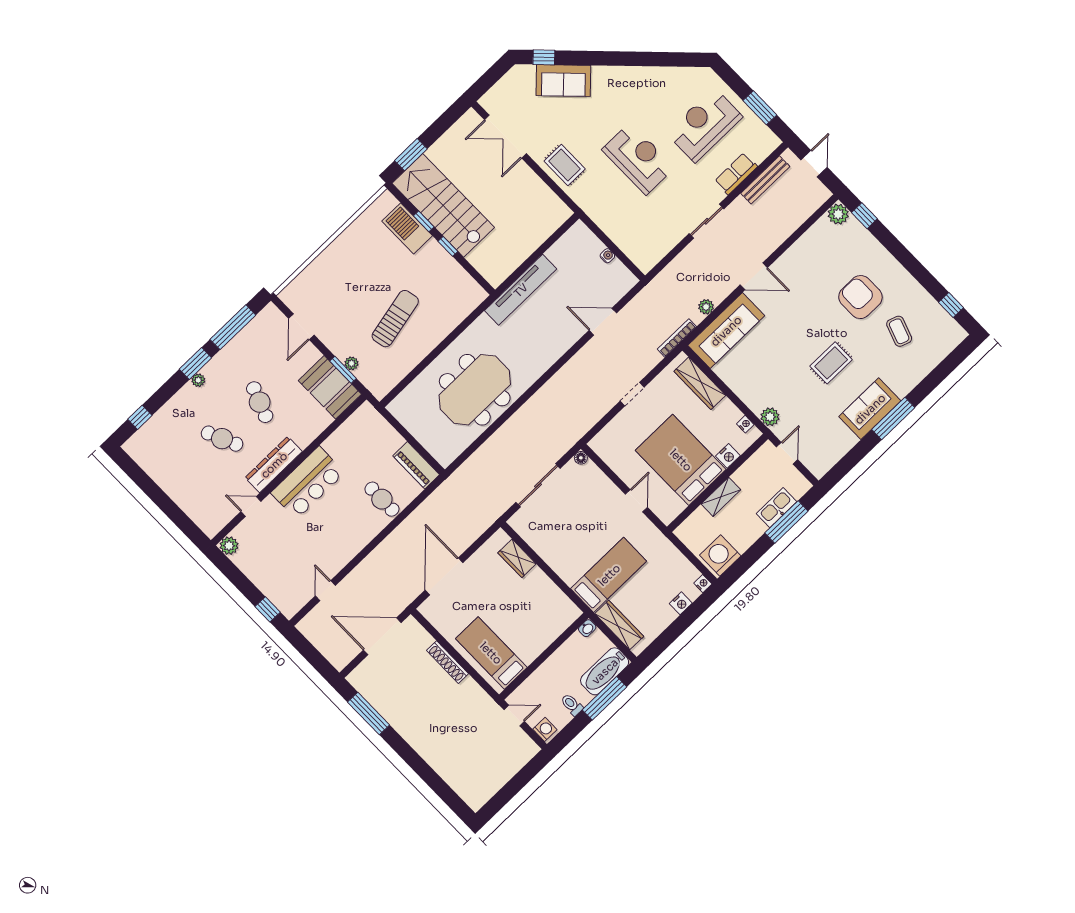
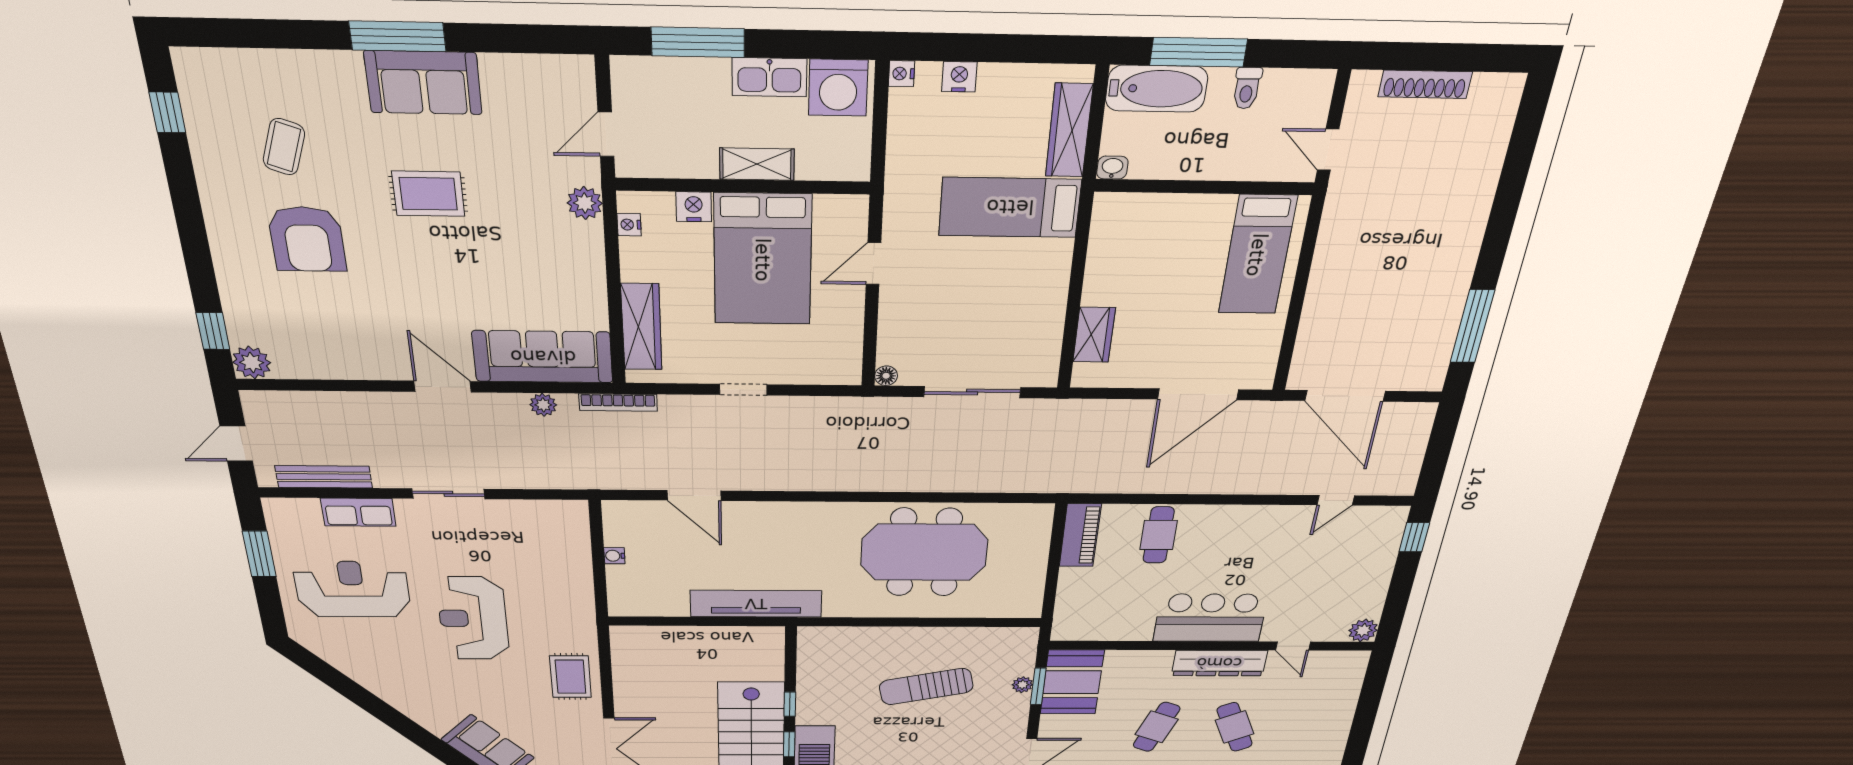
reception desk: (704, 125) -> (352, 589), turned 180
kitchen sink: (777, 508) -> (769, 77), moved
shoe rack: (448, 662) -> (1425, 84), moved, turned 90
washing machine: (545, 729) -> (1317, 91), removed

